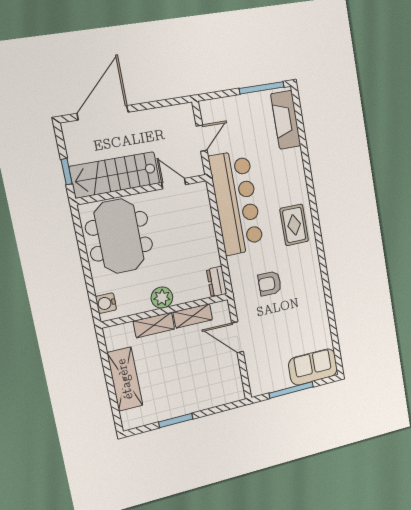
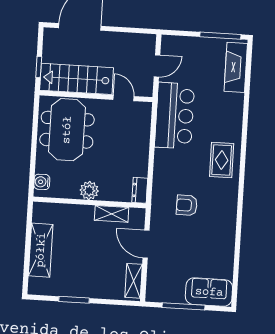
bar counter: (236, 203) -> (175, 116), width x0.73
shelving: (154, 325) -> (134, 281), moved, turned 90

